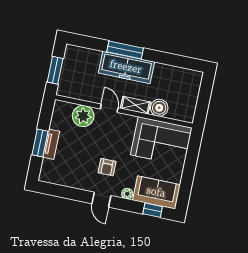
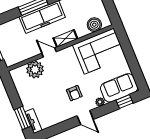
boiler: (159, 108) -> (94, 25), moved
window: (40, 143) -> (23, 118), moved
tv unit: (51, 144) -> (34, 121), moved

